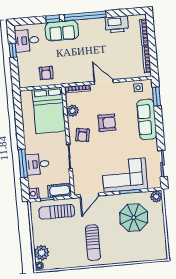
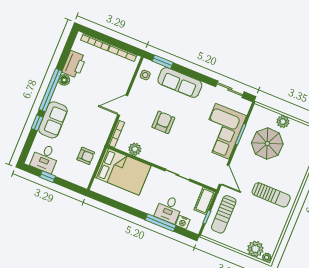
floor lamp: (100, 23) -> (64, 80), added
armchair: (83, 135) -> (163, 152), removed
nightstand: (34, 194) -> (183, 222), moved
plant: (156, 197) -> (283, 122), moved

